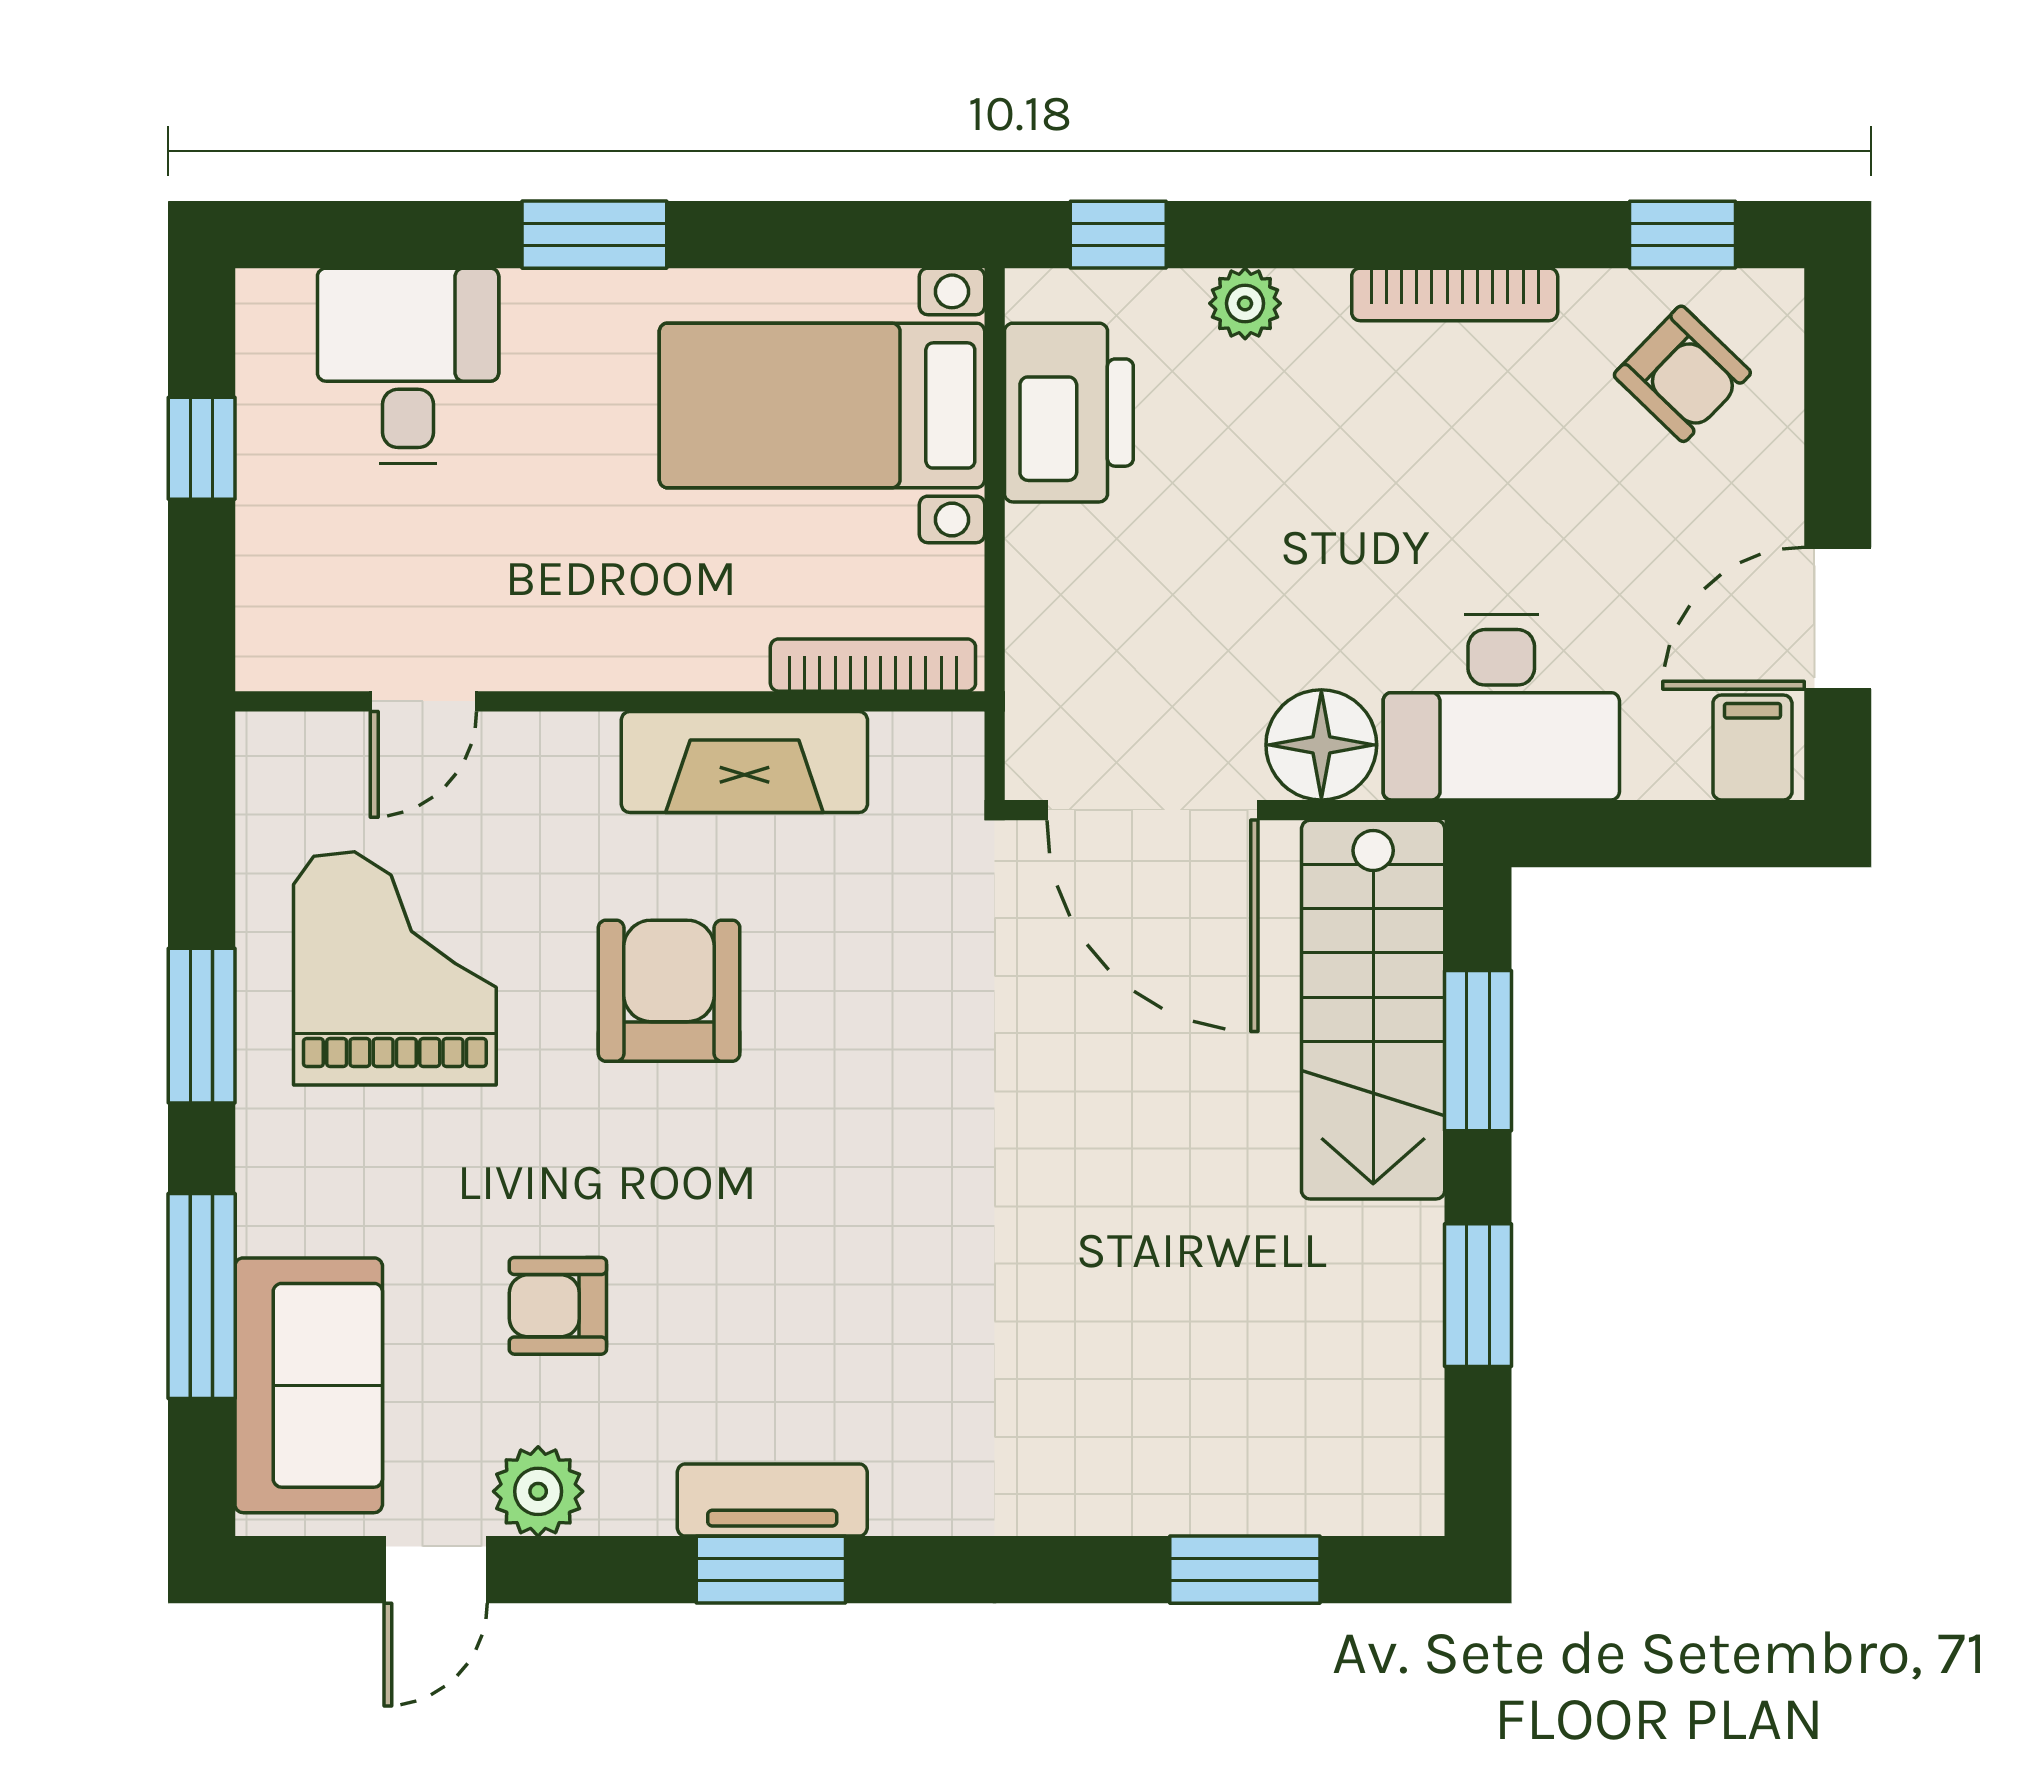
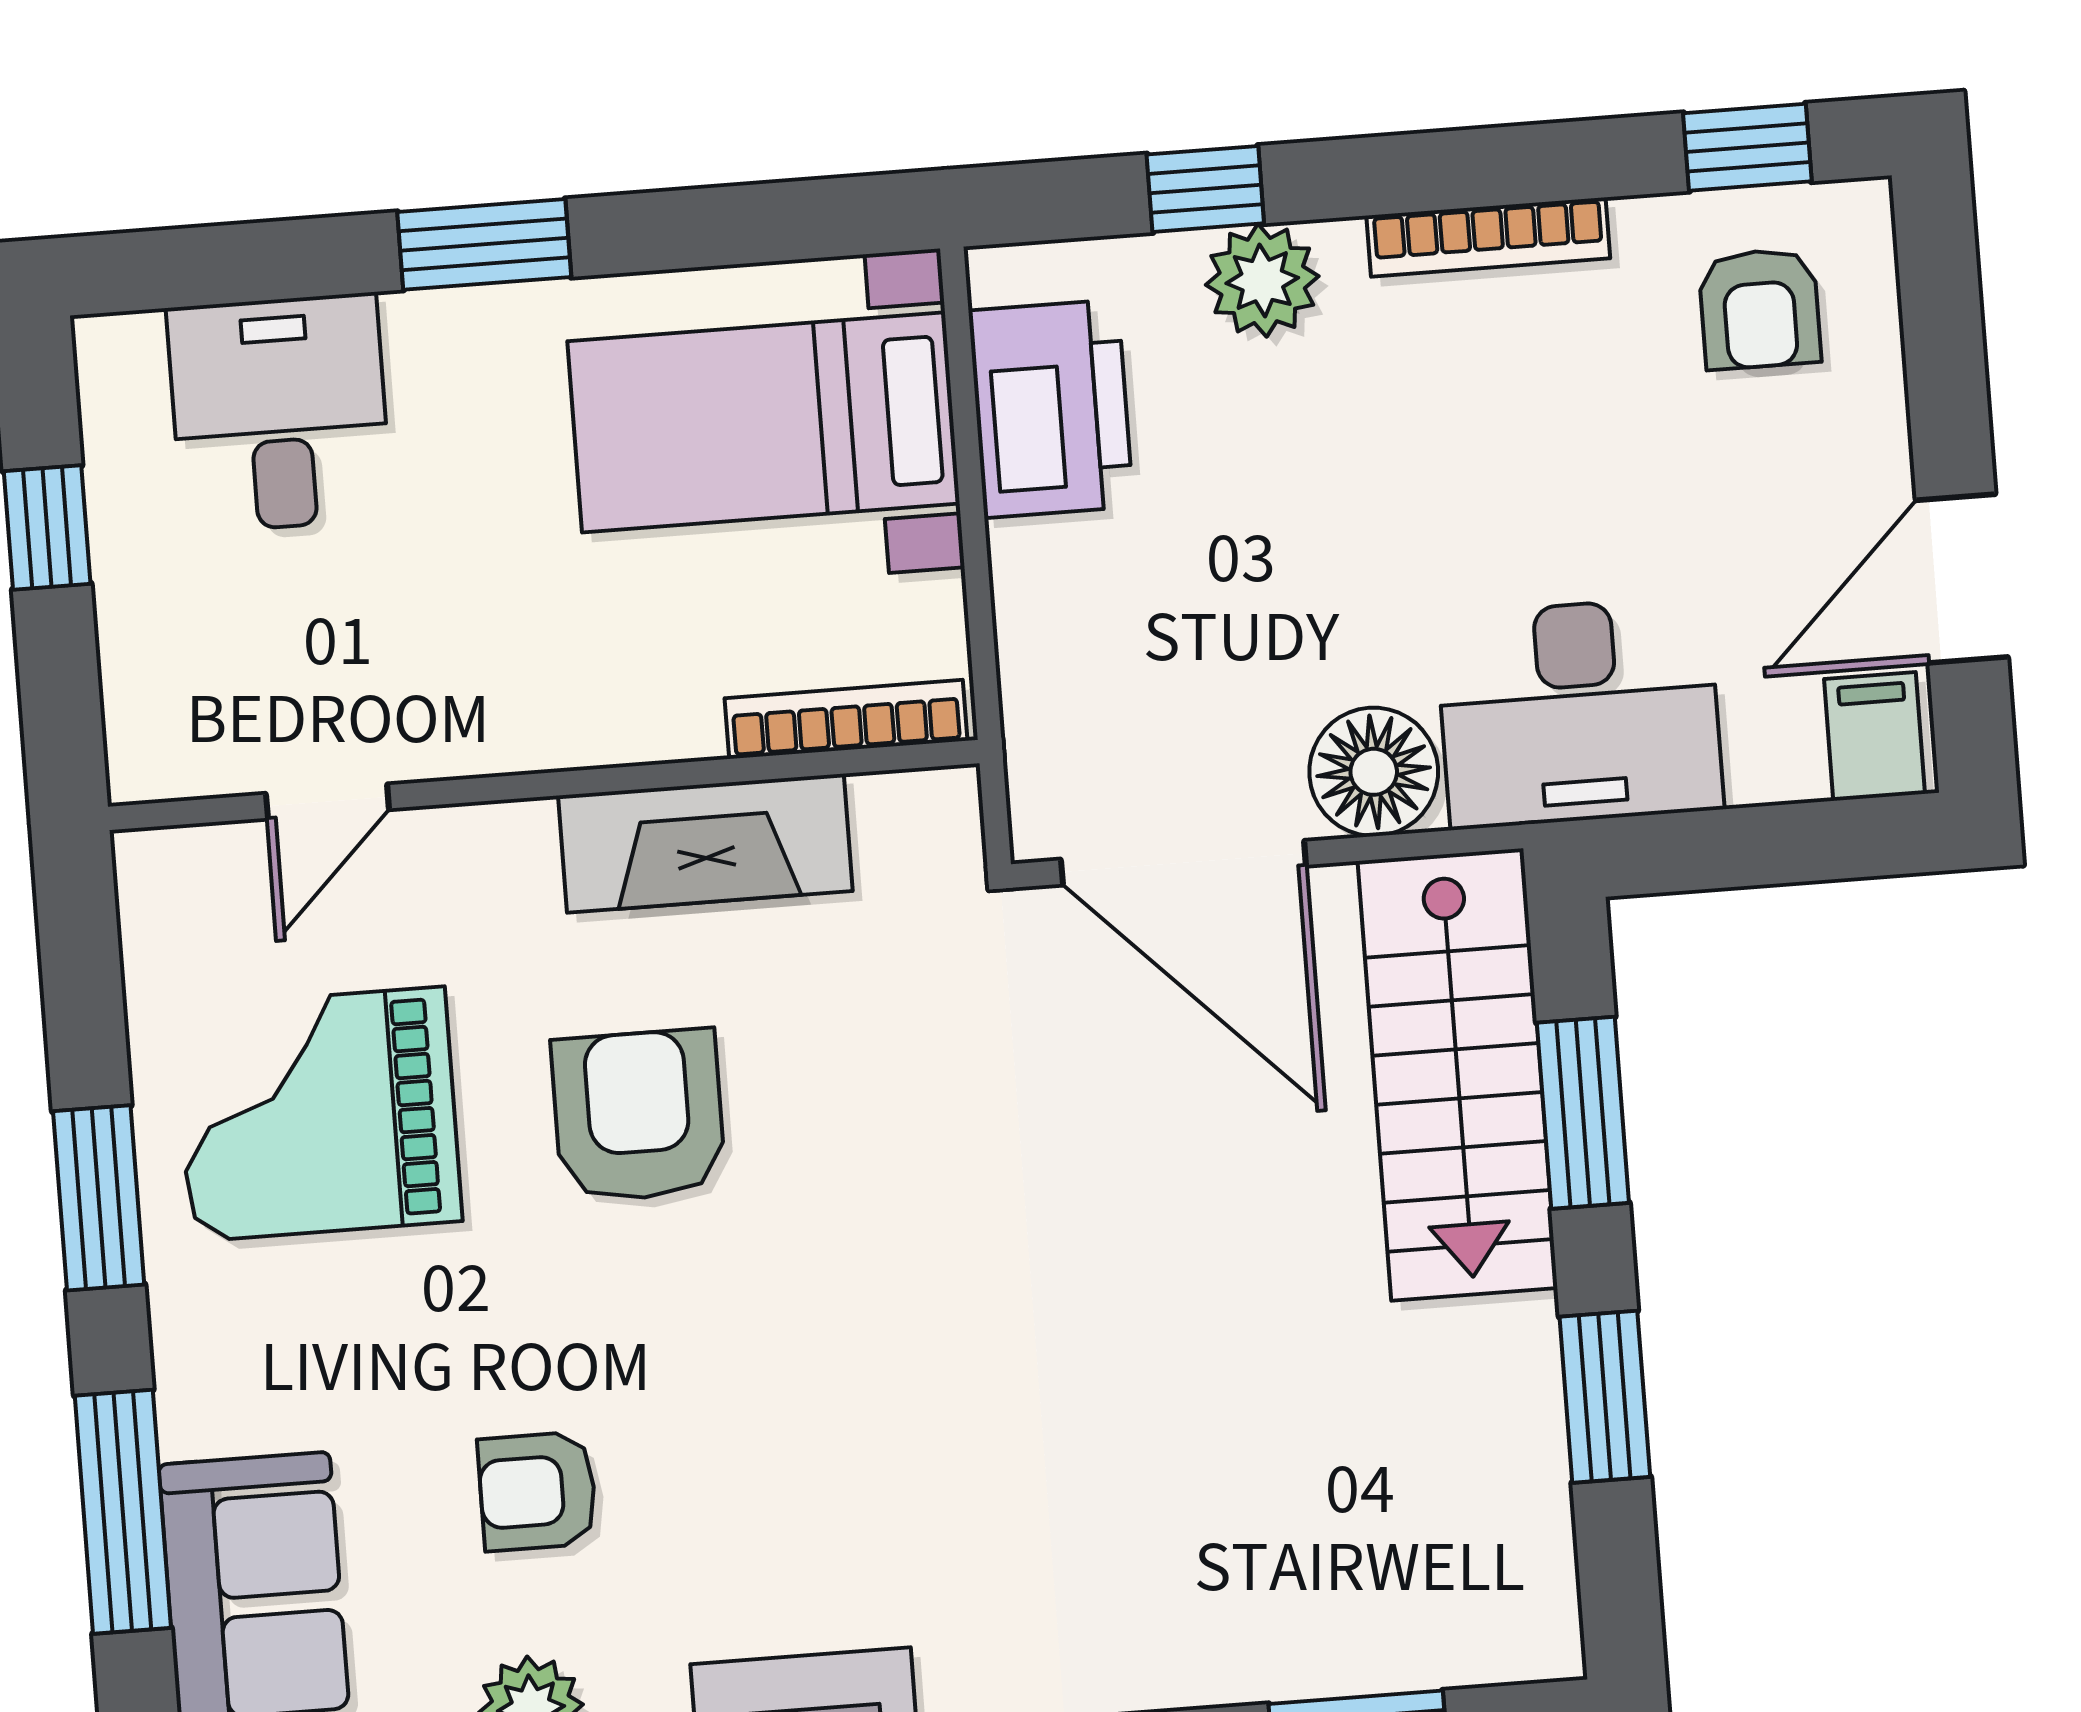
window: (1118, 235) -> (1205, 189), moved
plant: (1245, 303) -> (1262, 280), width x1.38, depth x1.38
armchair: (1682, 374) -> (1760, 309), turned 46
grand piano: (395, 968) -> (318, 1114), turned -90

